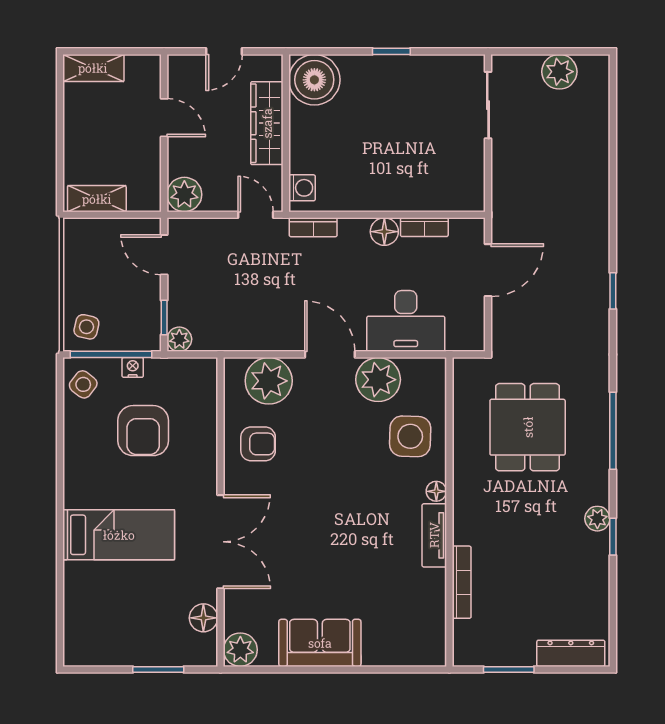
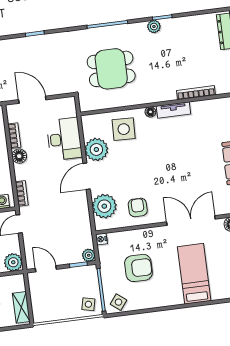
door: (164, 255) -> (46, 269), swing flipped
nightstand: (133, 367) -> (101, 239), moved

